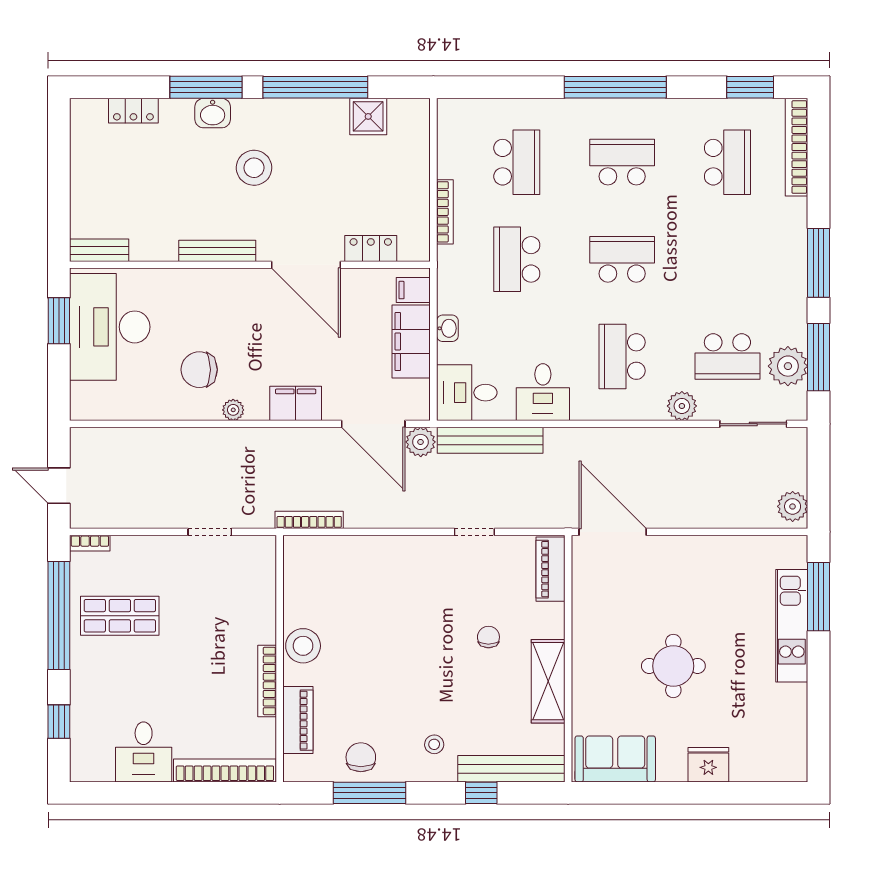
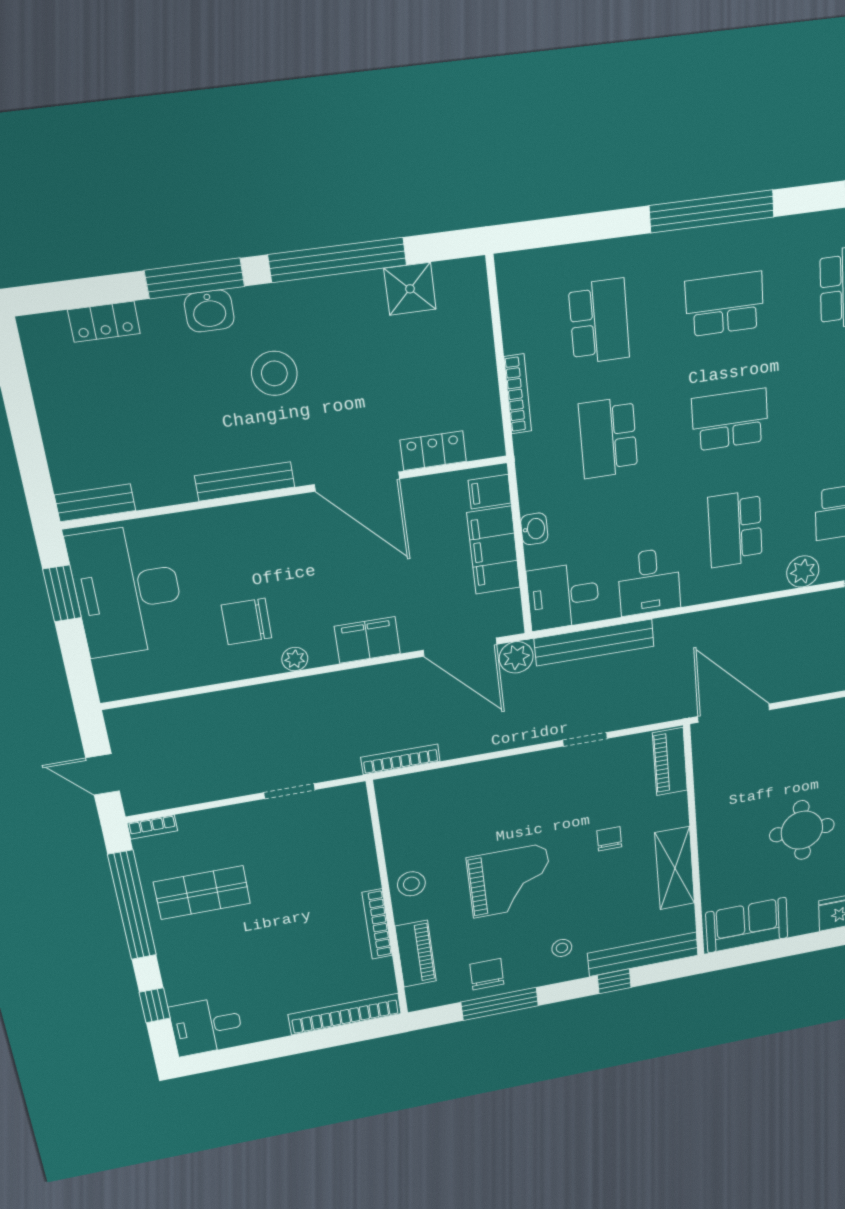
stool: (303, 646) -> (411, 884), width x0.73, depth x0.73
grand piano: (393, 662) -> (510, 881), added
desk: (144, 752) -> (207, 1026), moved, turned 90

